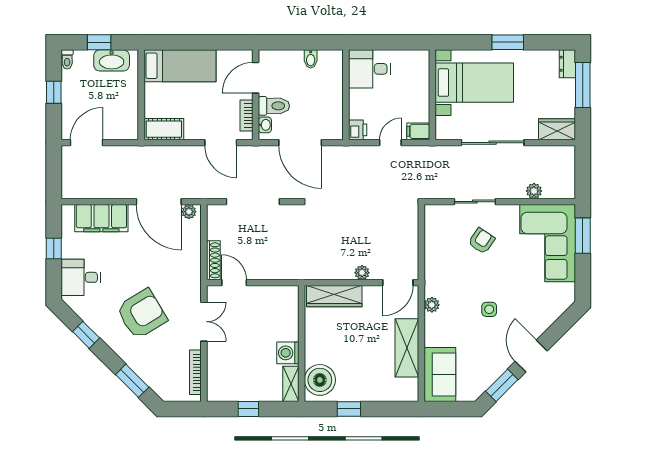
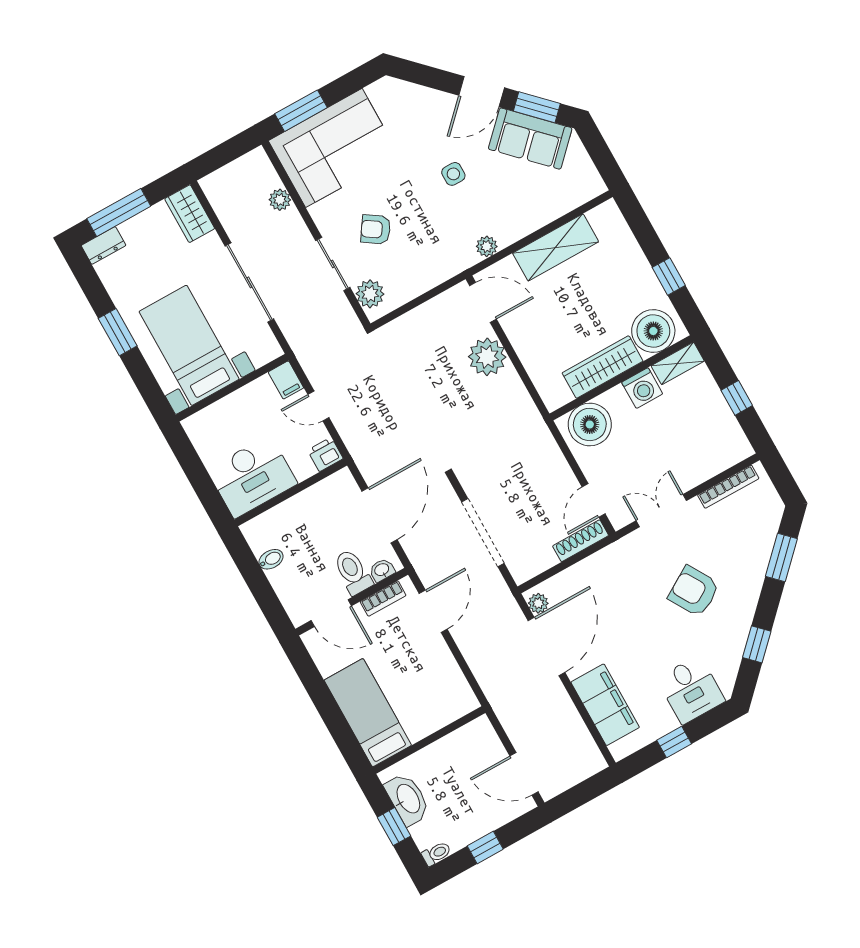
desk: (369, 69) -> (252, 477), width x1.37
cot: (164, 129) -> (455, 689), removed
plant: (443, 215) -> (370, 294), added
plant: (362, 273) -> (487, 357), width x1.88, depth x1.88
wardrobe: (334, 296) -> (603, 367), moved, turned -90
boiler: (283, 307) -> (590, 424), added
armchair: (142, 314) -> (694, 591), width x0.73, depth x0.73
sofa: (440, 374) -> (530, 139), moved, turned -135

